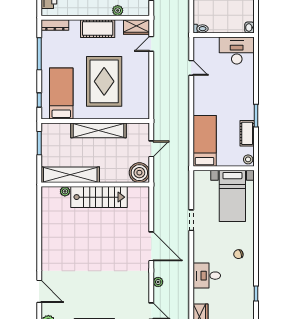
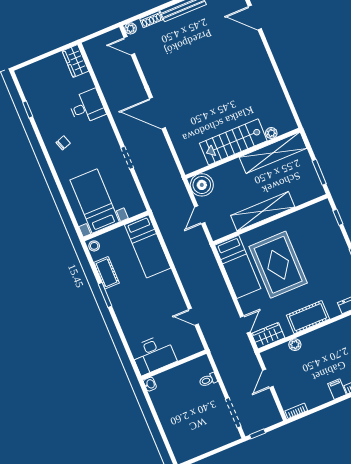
toilet: (201, 29) -> (208, 380), moved
bed: (61, 93) -> (238, 267), moved
plant: (158, 282) -> (135, 79), removed

